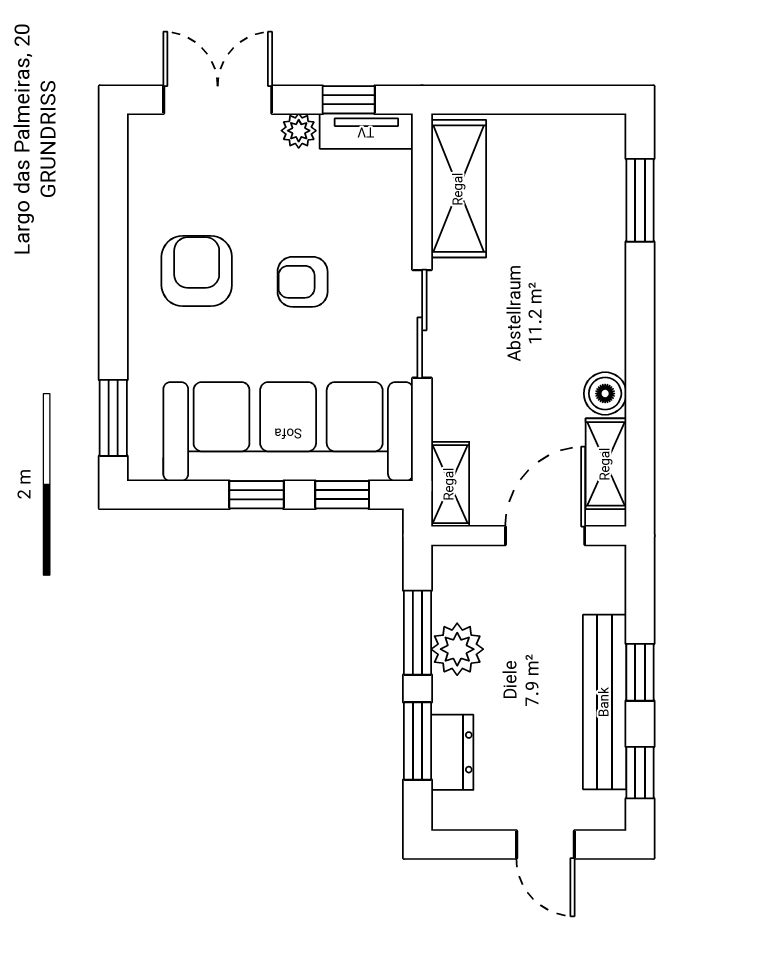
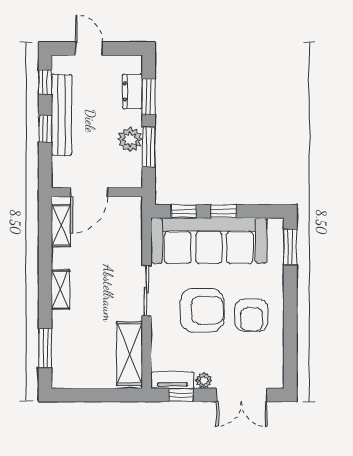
armchair: (303, 282) -> (202, 310), width x1.88, depth x1.88
boiler: (605, 394) -> (61, 258), removed
shelving: (450, 484) -> (60, 290), moved

